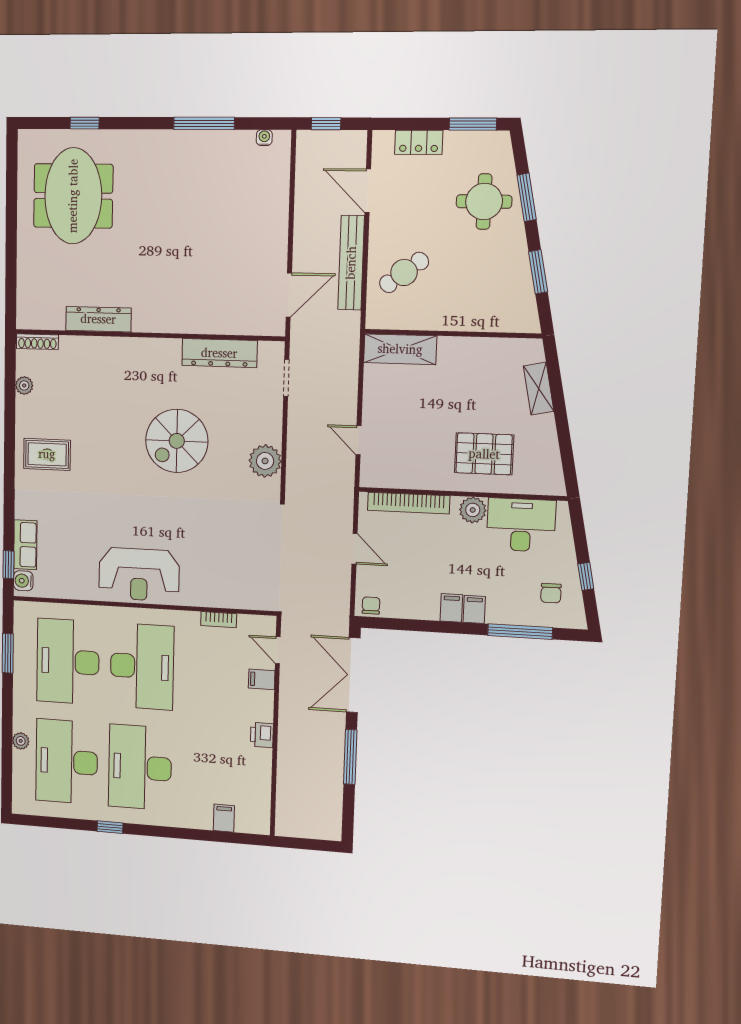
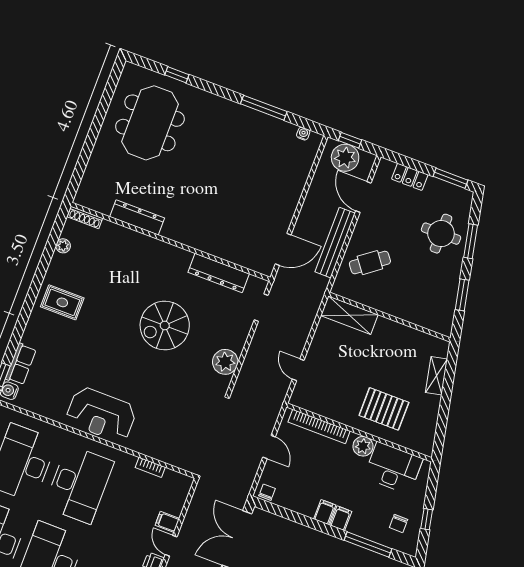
plant: (327, 149) -> (345, 158), added
door: (278, 650) -> (171, 546), moved

